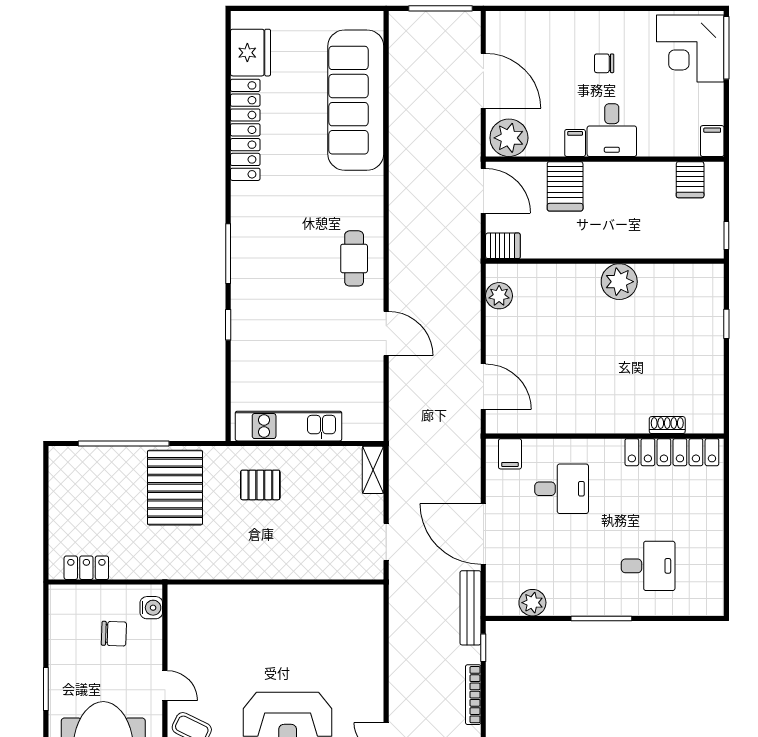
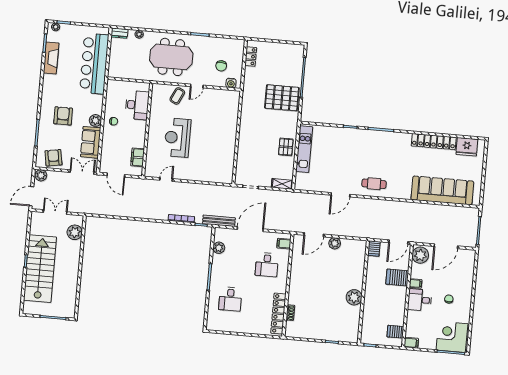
plant: (499, 296) -> (335, 243), moved
pallet: (260, 485) -> (286, 147), moved

